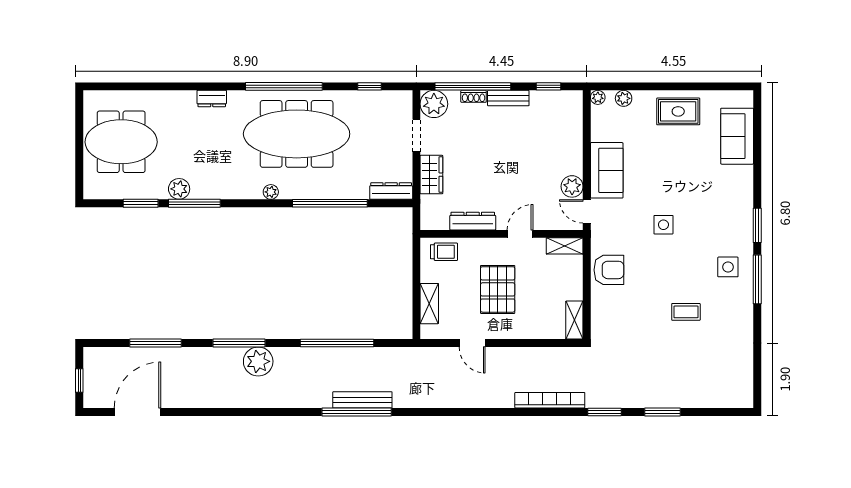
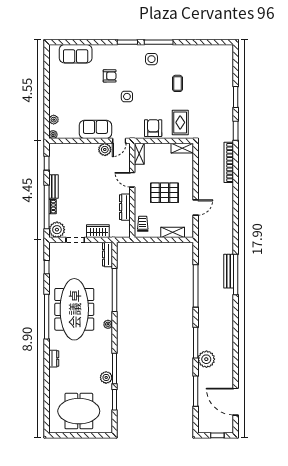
rug: (678, 111) -> (180, 122), moved
meeting table: (121, 142) -> (79, 411), turned 90
armchair: (699, 195) -> (110, 76), added
plant: (258, 361) -> (206, 359), moved

